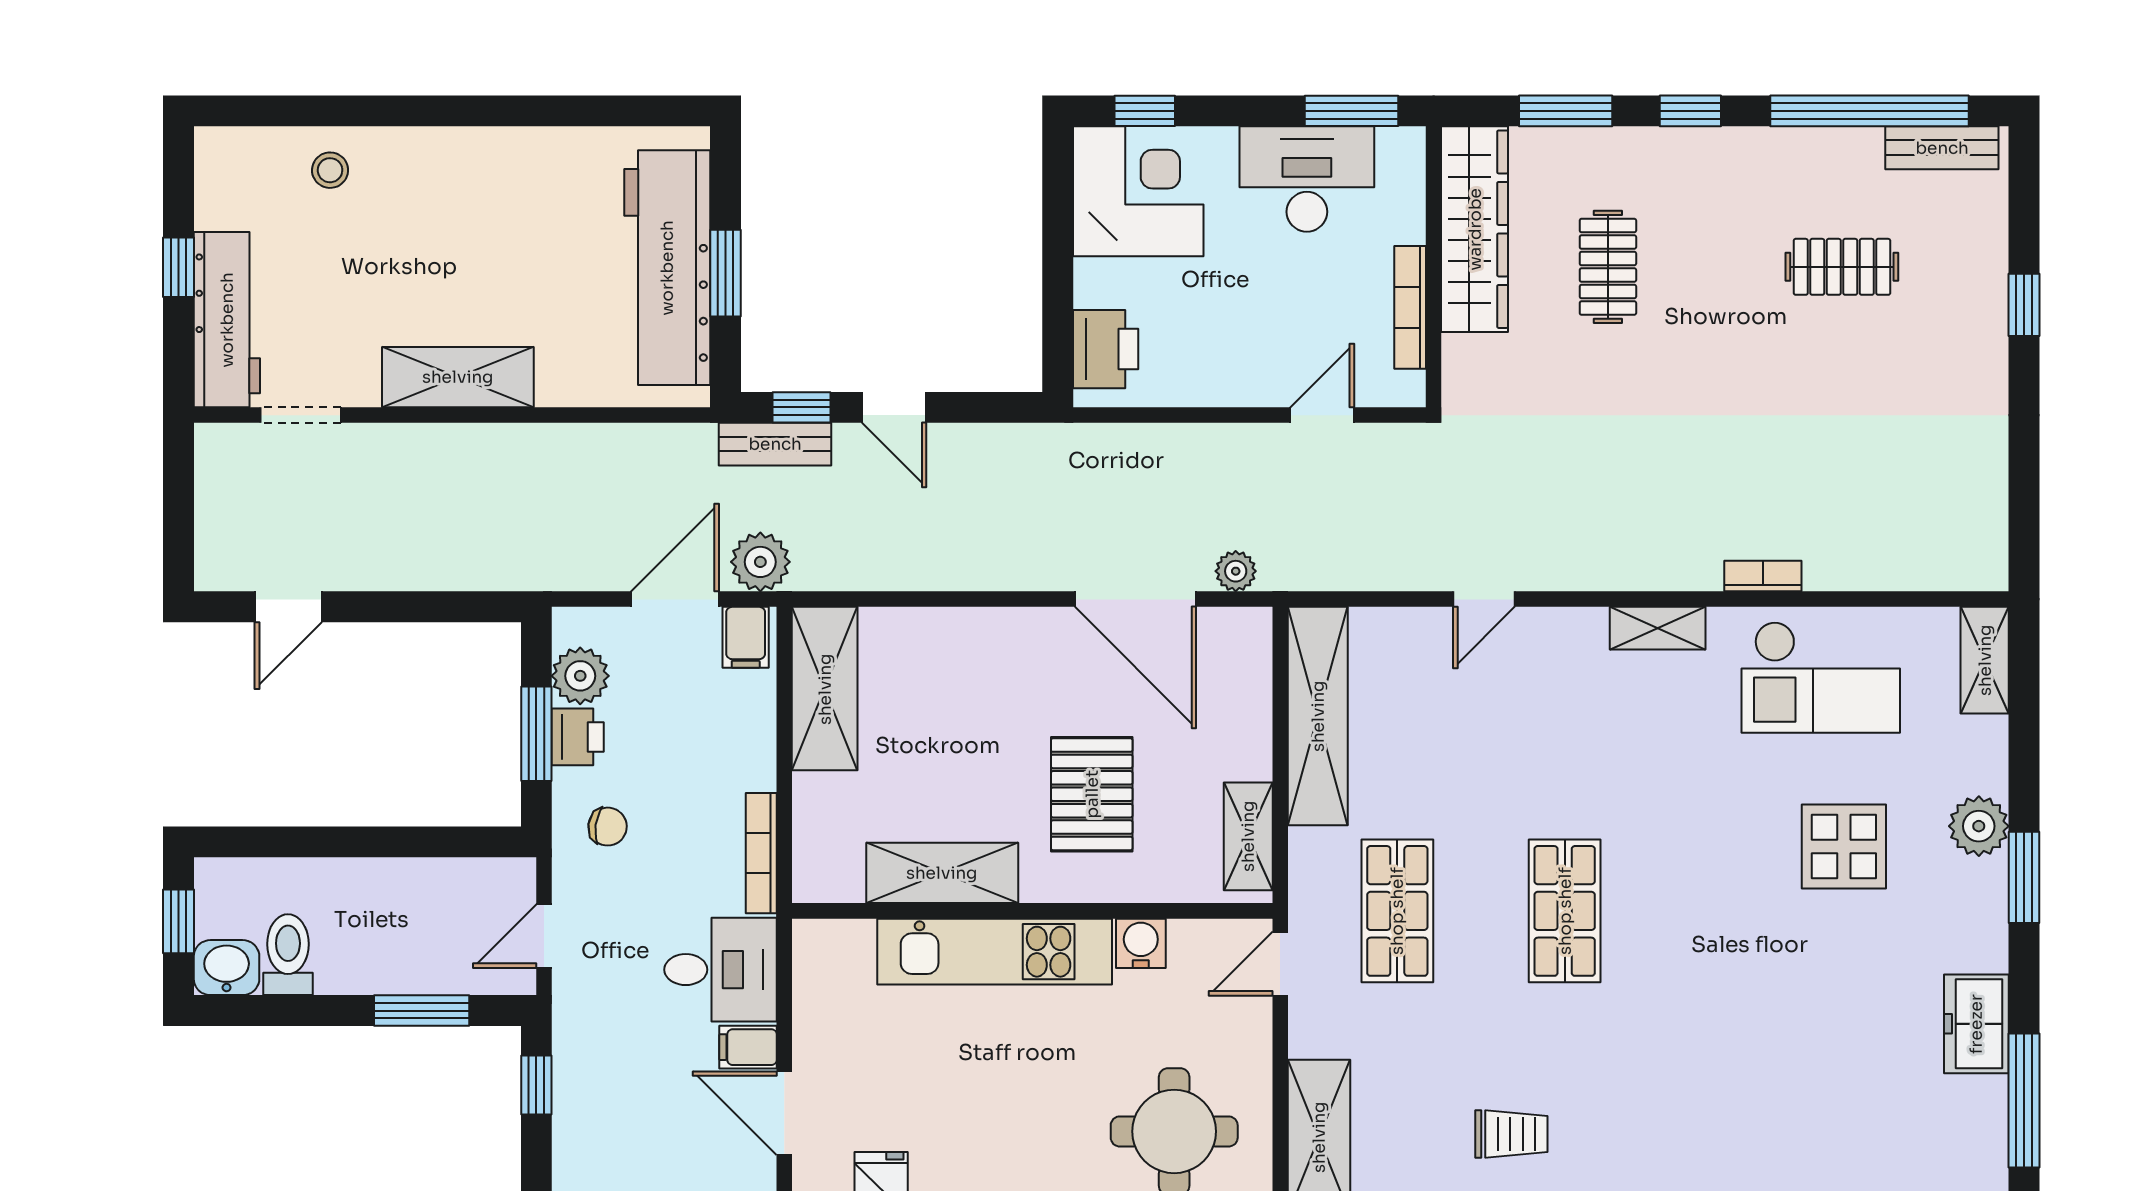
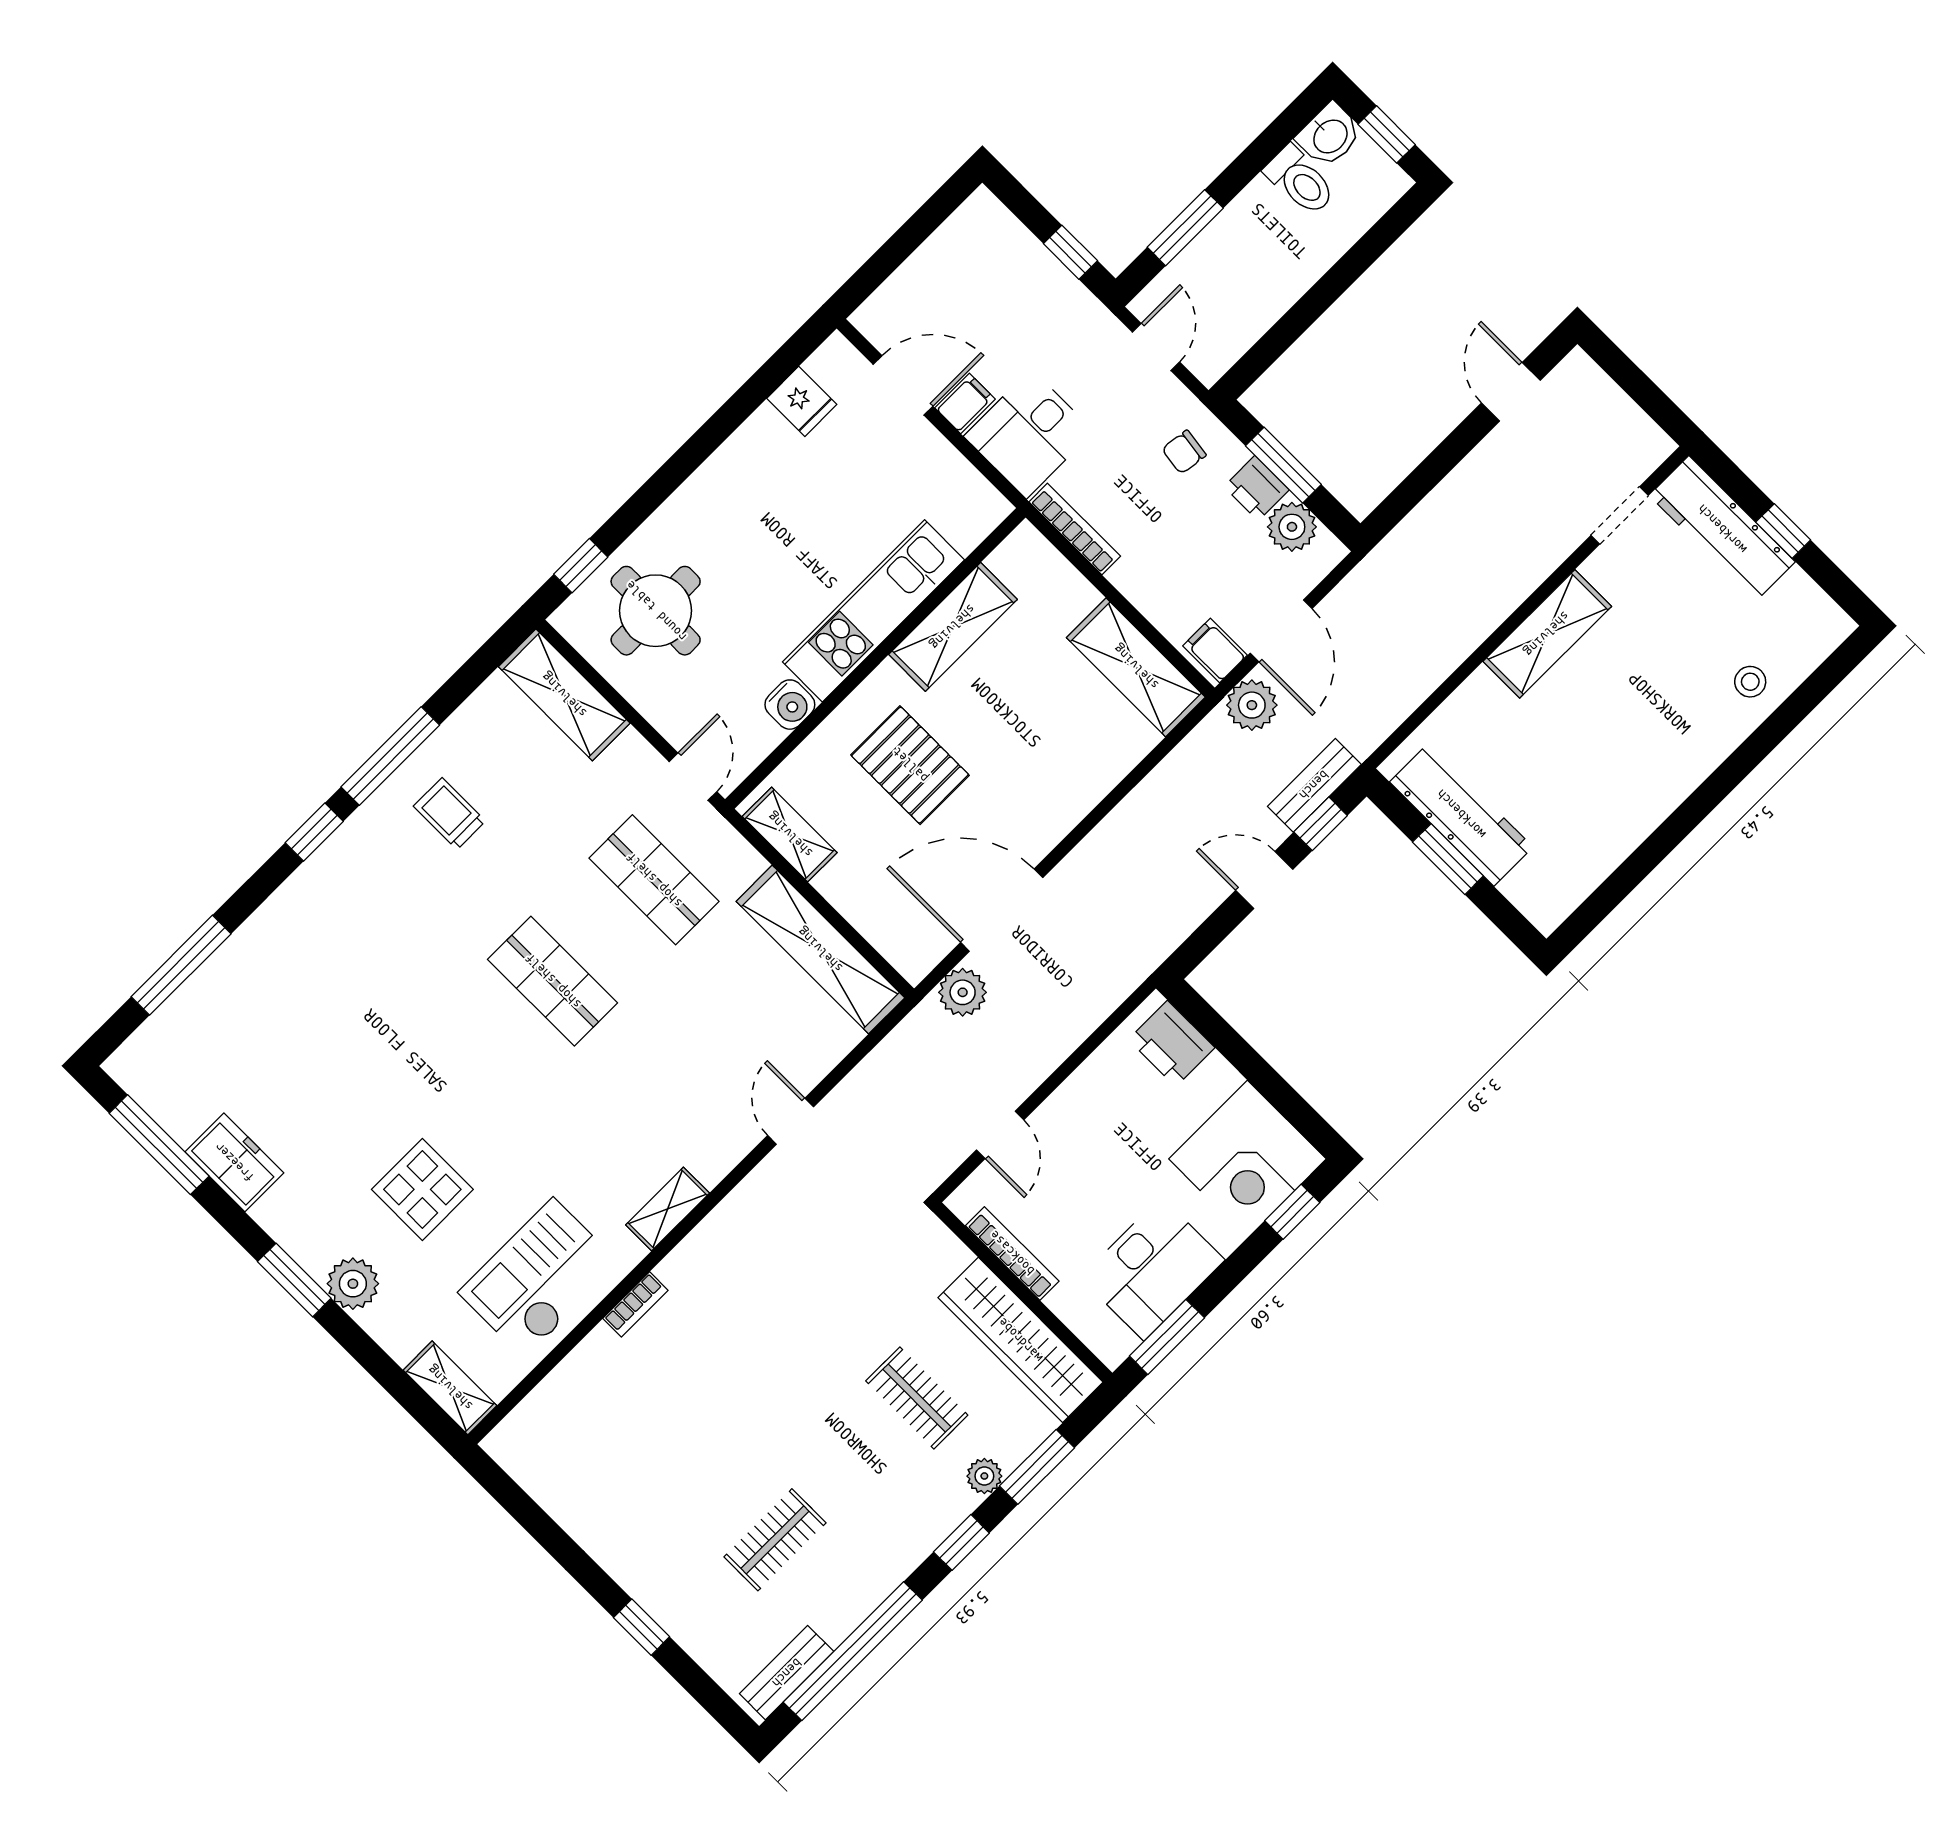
plant: (1617, 147) -> (984, 1476), added
workbench: (667, 268) -> (1461, 814), width x0.73, depth x0.76
plant: (1236, 571) -> (963, 992), width x1.38, depth x1.38
trolley: (1511, 1134) -> (450, 814), turned 90

